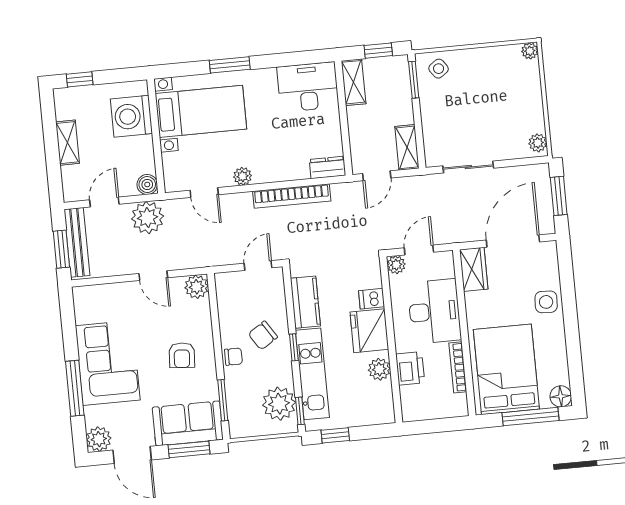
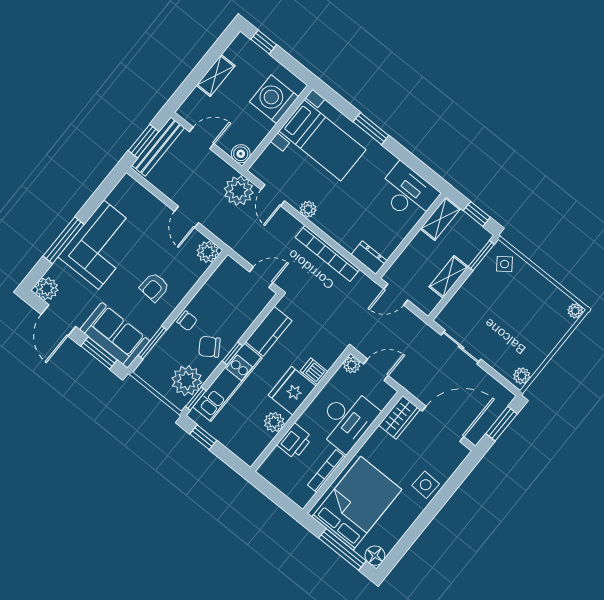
shelving: (407, 147) -> (449, 277), moved
plant: (148, 218) -> (239, 191), moved
chair: (263, 335) -> (209, 347), moved

